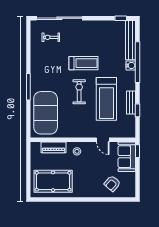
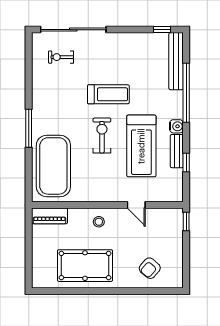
water cooler: (131, 66) -> (176, 126), moved
piano: (54, 147) -> (49, 216), moved
sofa: (127, 157) -> (171, 229), removed
pool table: (53, 181) -> (85, 266), moved

